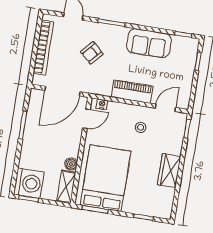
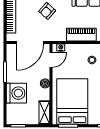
boiler: (71, 164) -> (45, 83), moved
washing machine: (29, 183) -> (16, 93), moved

